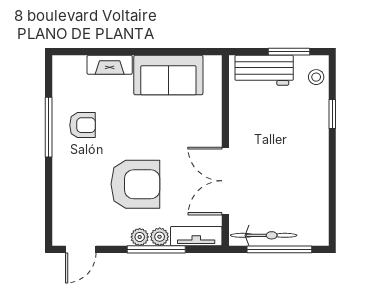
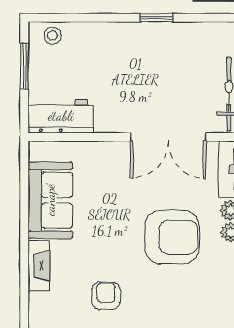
workbench: (264, 70) -> (61, 116), moved, turned -90
window: (332, 114) -> (156, 18), moved
armchair: (135, 184) -> (172, 237), turned 90

